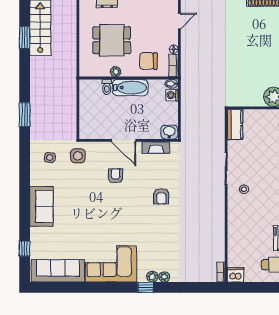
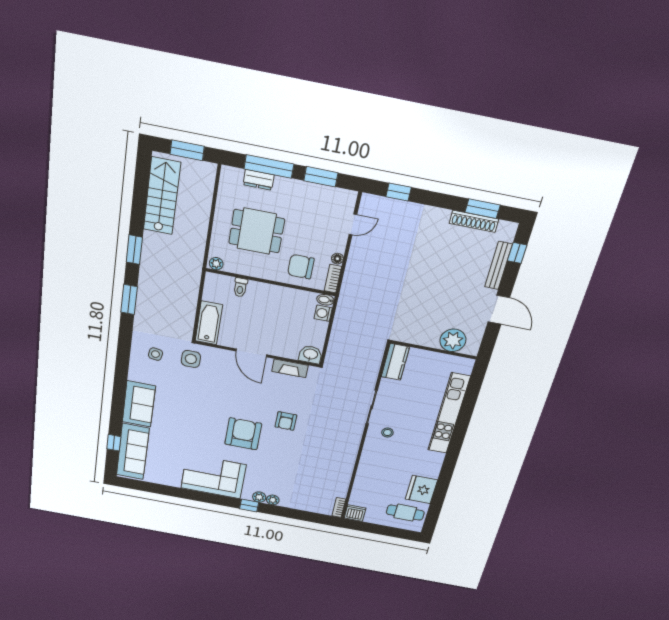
window: (25, 37) -> (134, 250), moved
plant: (116, 72) -> (216, 264), moved
bathtub: (130, 88) -> (209, 323), moved, turned -90
armchair: (116, 176) -> (243, 434), moved, width x1.88, depth x1.88
sofa: (58, 271) -> (133, 452), moved, turned 90

